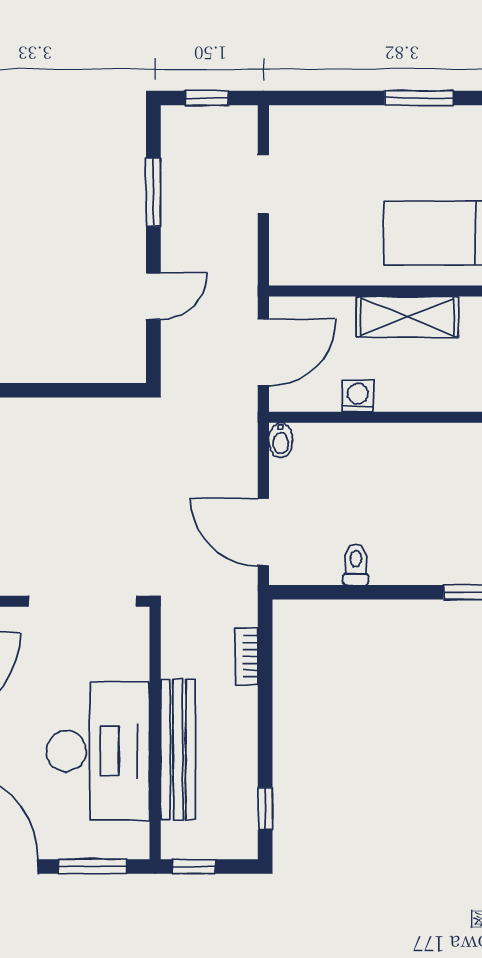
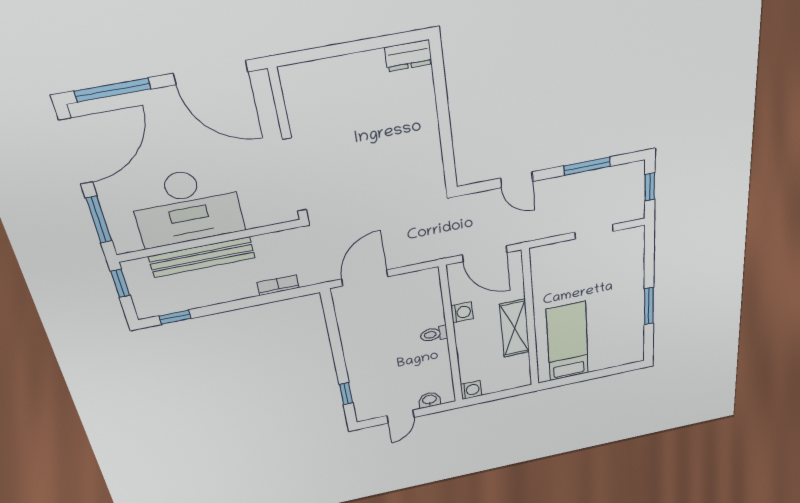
bidet: (281, 440) -> (428, 275), removed
toilet: (356, 565) -> (434, 334), moved, turned 180

